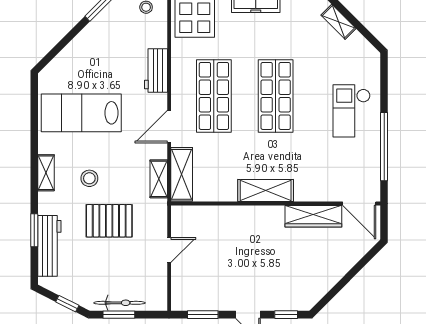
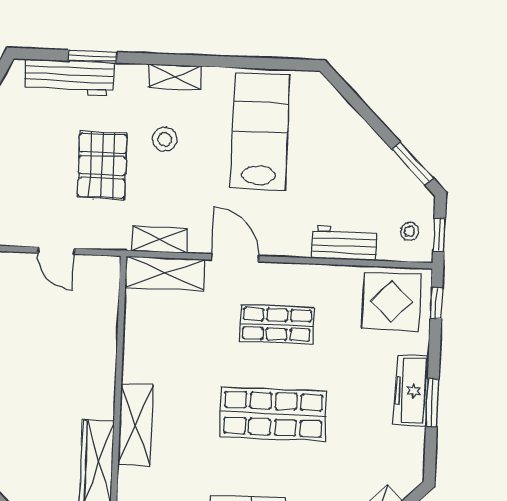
workbench: (156, 71) -> (344, 243), moved
shop shelf: (214, 96) -> (277, 325), width x0.70, depth x0.74
shelving: (266, 191) -> (135, 425), moved

